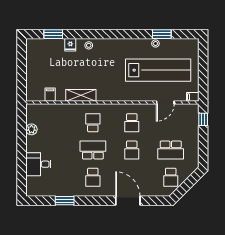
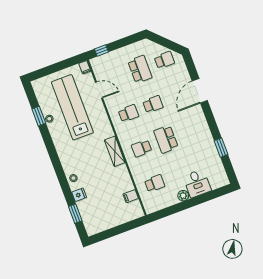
shelving: (81, 95) -> (115, 151), moved
plant: (31, 129) -> (183, 196), moved
school desk: (93, 177) -> (155, 183), moved

